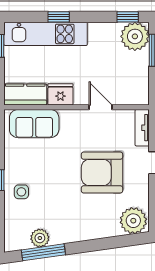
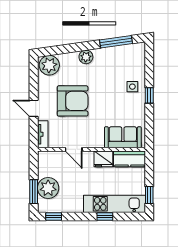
plant: (135, 36) -> (48, 188), moved
plant: (40, 238) -> (86, 57), moved

